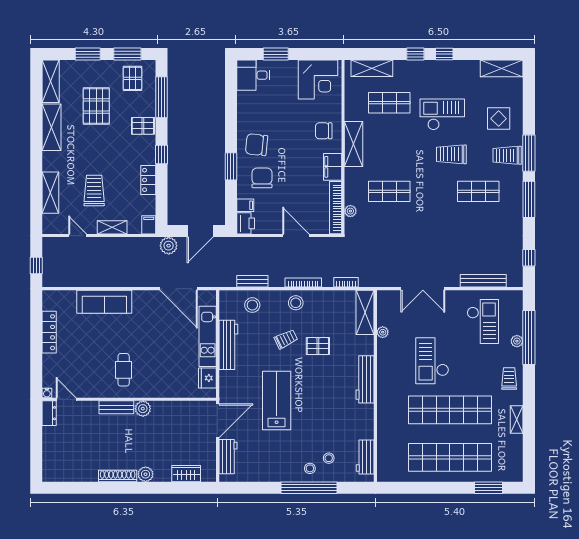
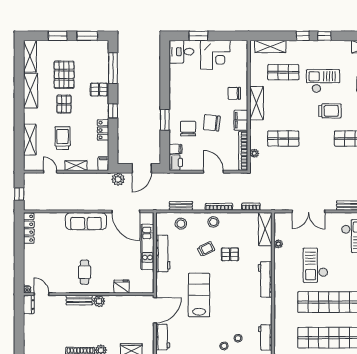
pallet: (132, 78) -> (64, 104), moved
corner desk: (318, 80) -> (215, 55), moved
chair: (257, 145) -> (212, 123), moved
trolley: (451, 154) -> (330, 111), turned 180
sofa: (104, 302) -> (86, 221), moved
locker: (49, 332) -> (29, 228), moved
fridge: (207, 378) -> (121, 286), moved, turned 90

